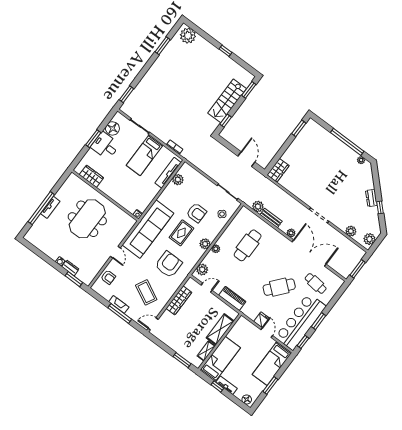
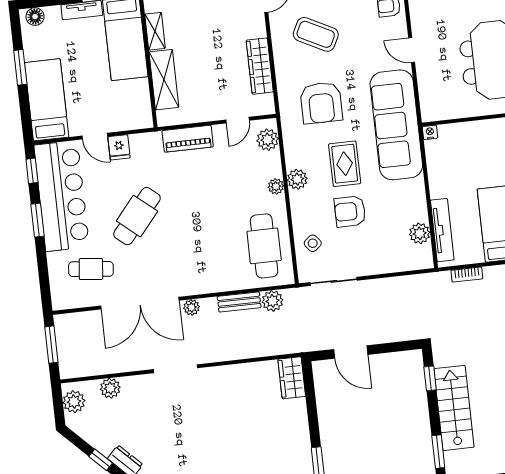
cafe table: (248, 245) -> (264, 246), moved

